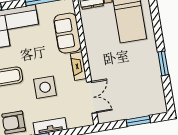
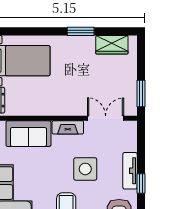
wardrobe: (156, 92) -> (112, 45), added
window: (138, 121) -> (141, 94), moved

